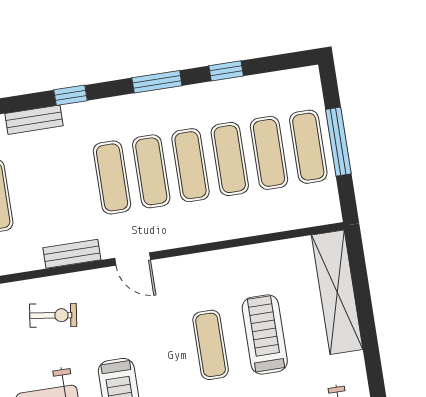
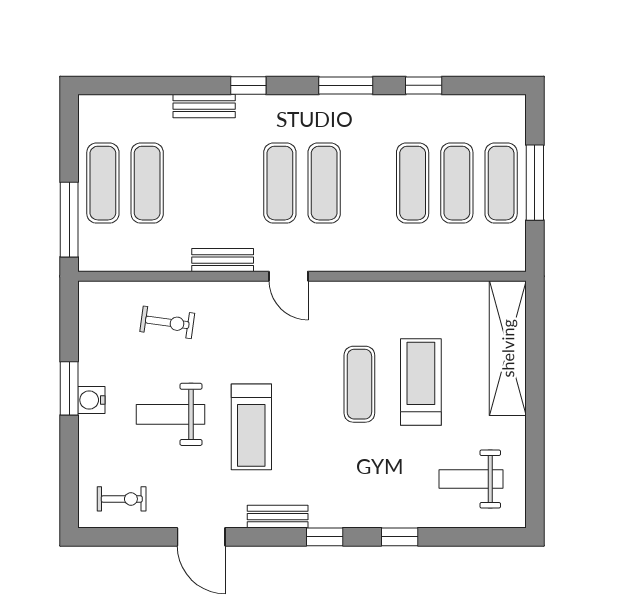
exercise mat: (191, 165) -> (368, 183), removed
exercise bike: (53, 315) -> (167, 322), moved

